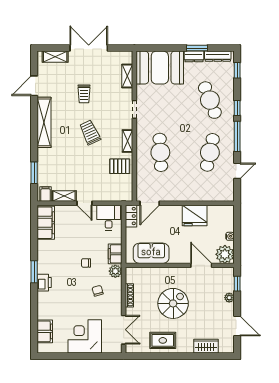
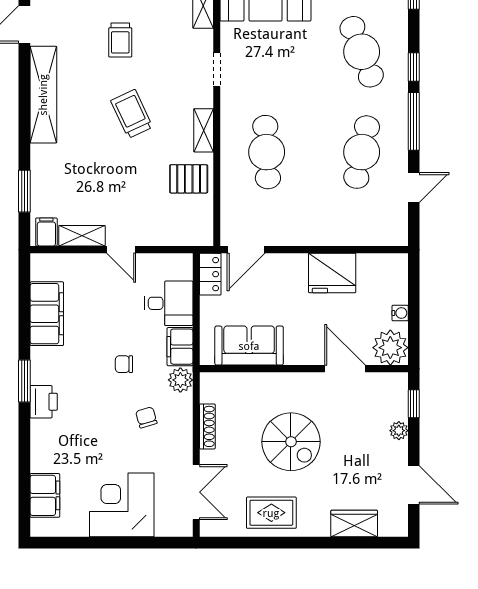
desk: (109, 218) -> (169, 303), moved, turned 90
filing cabinet: (46, 223) -> (47, 314), moved
spiral stairs: (173, 303) -> (291, 442), turned 90

